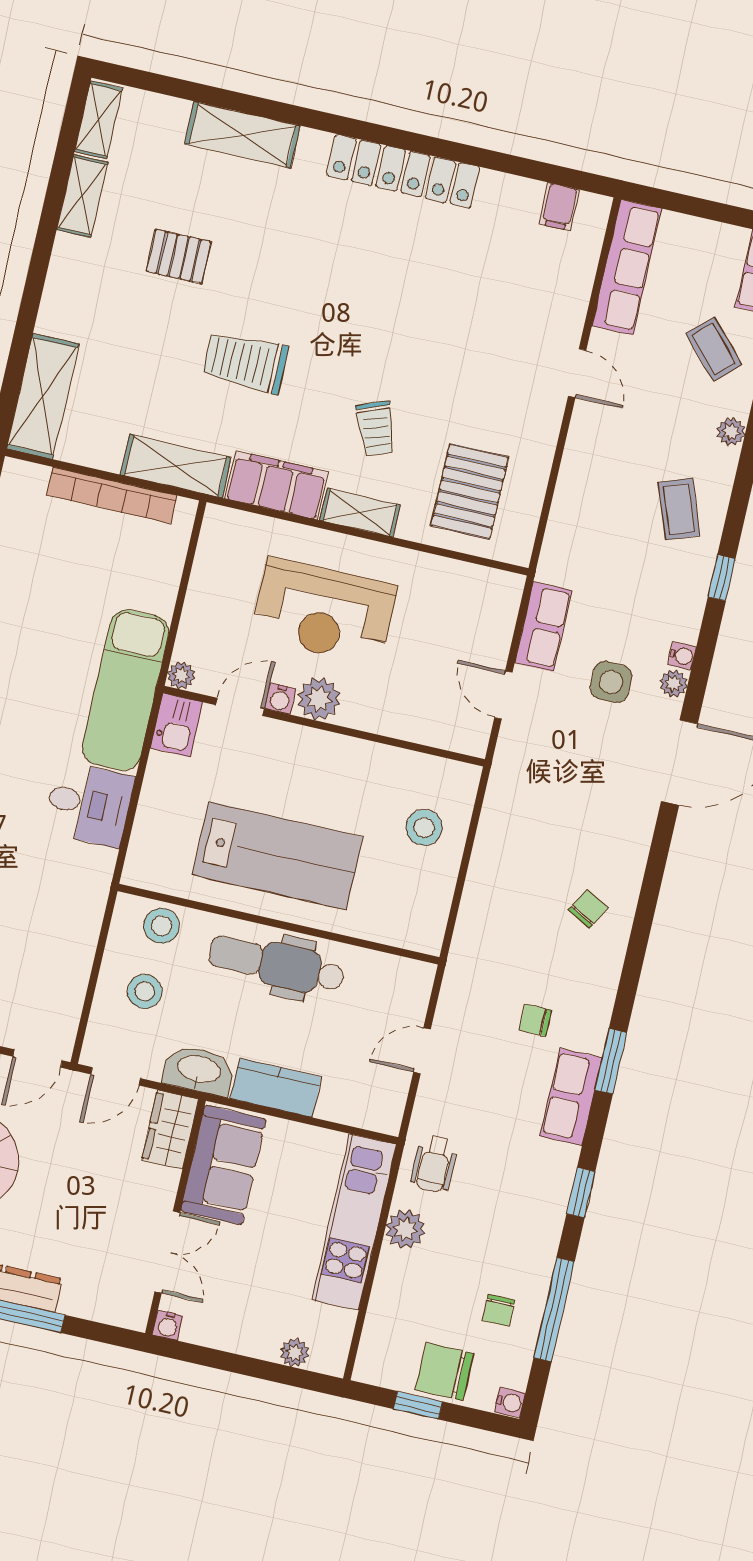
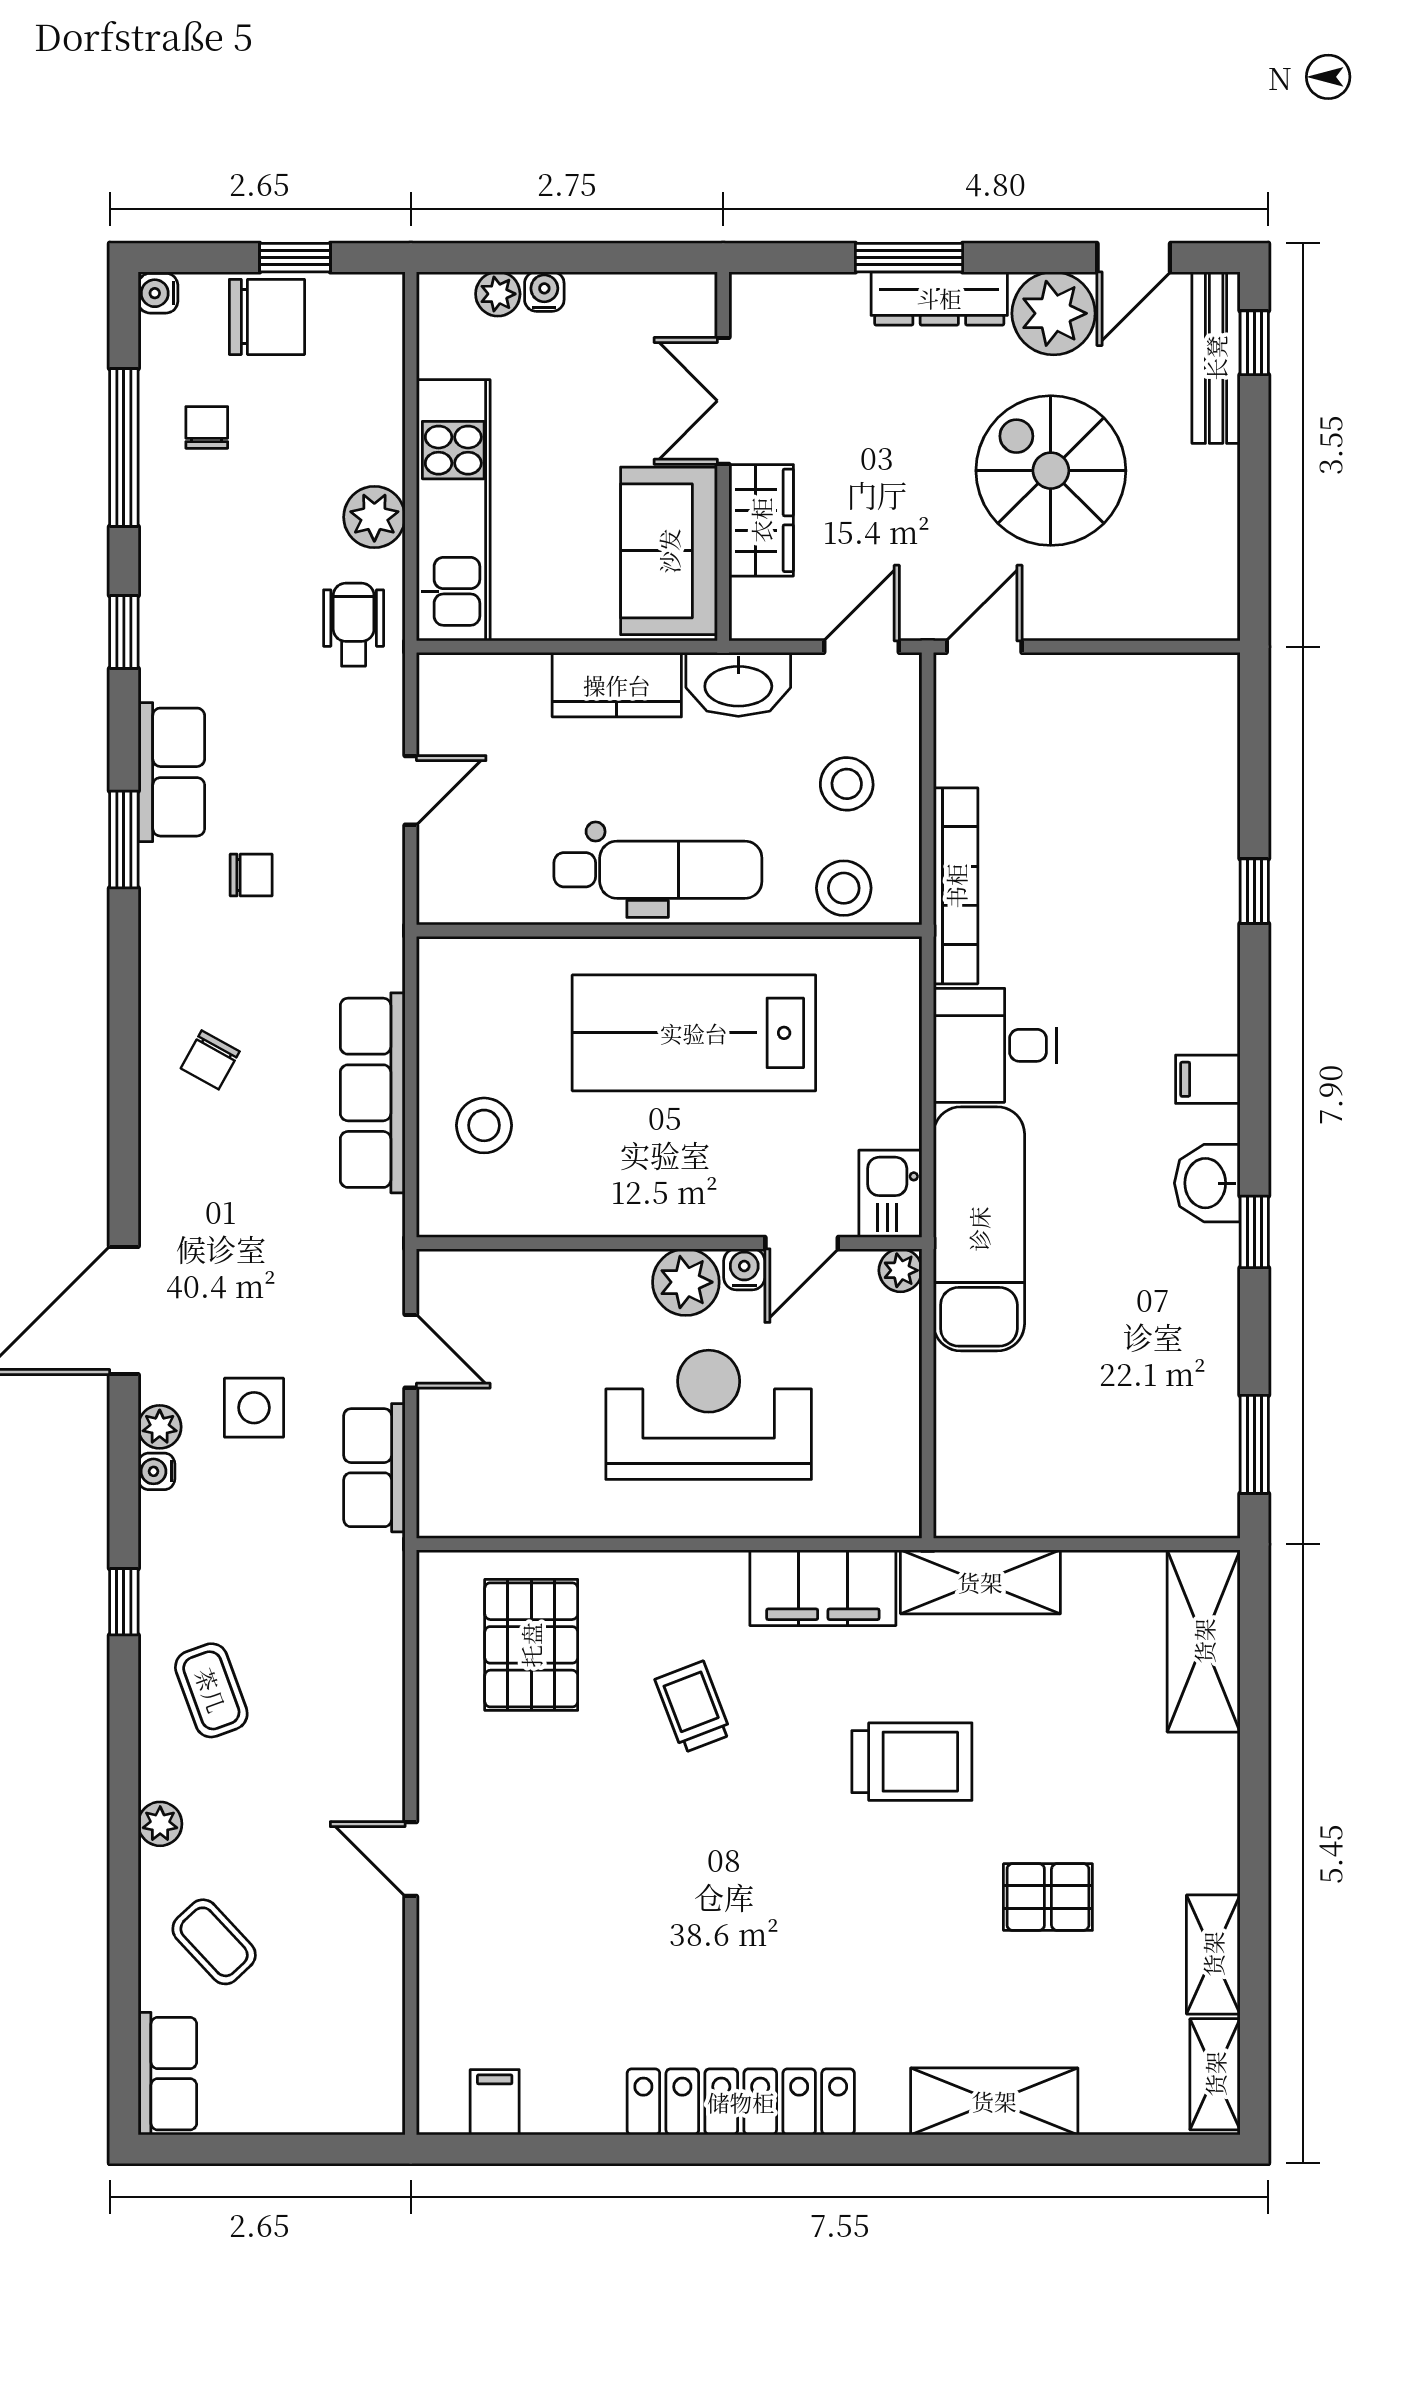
row of seats: (627, 267) -> (373, 1093), moved
bookcase: (112, 495) -> (956, 886), moved, turned 90
shelving: (360, 513) -> (688, 1575), removed
wardrobe: (170, 1130) -> (761, 520), moved
water cooler: (168, 1325) -> (544, 292), moved

